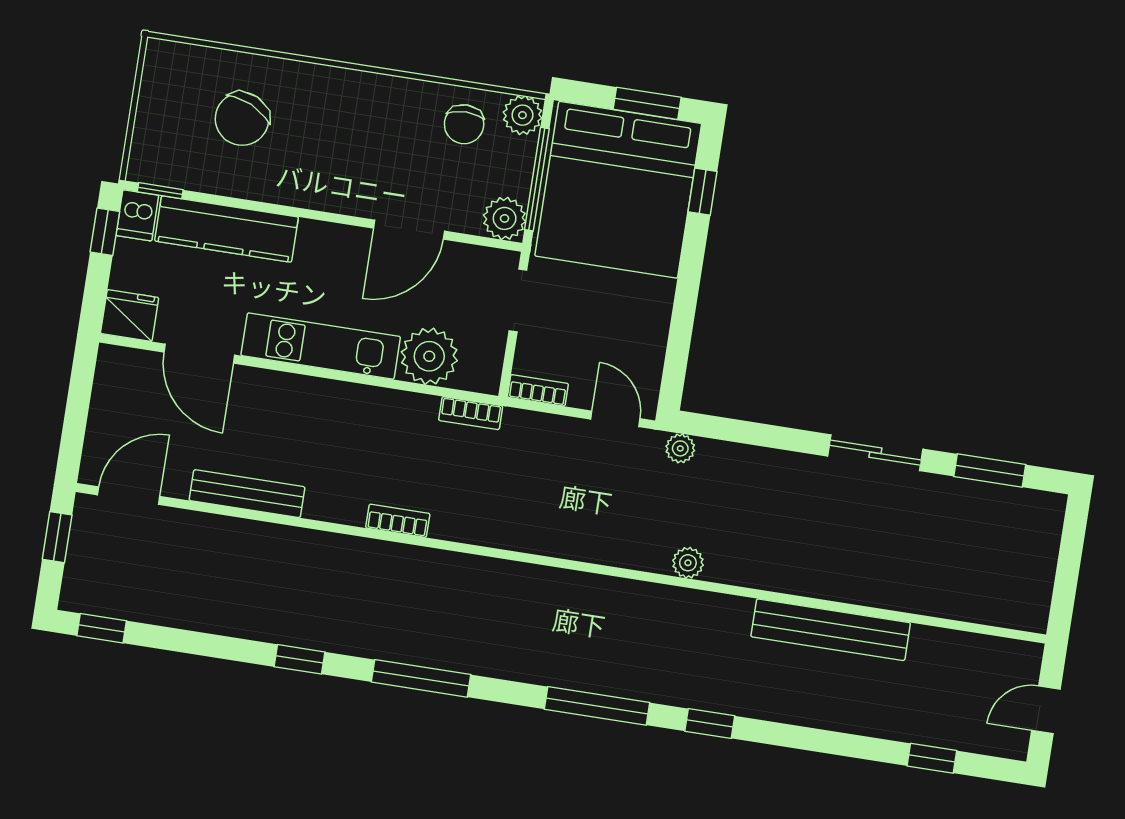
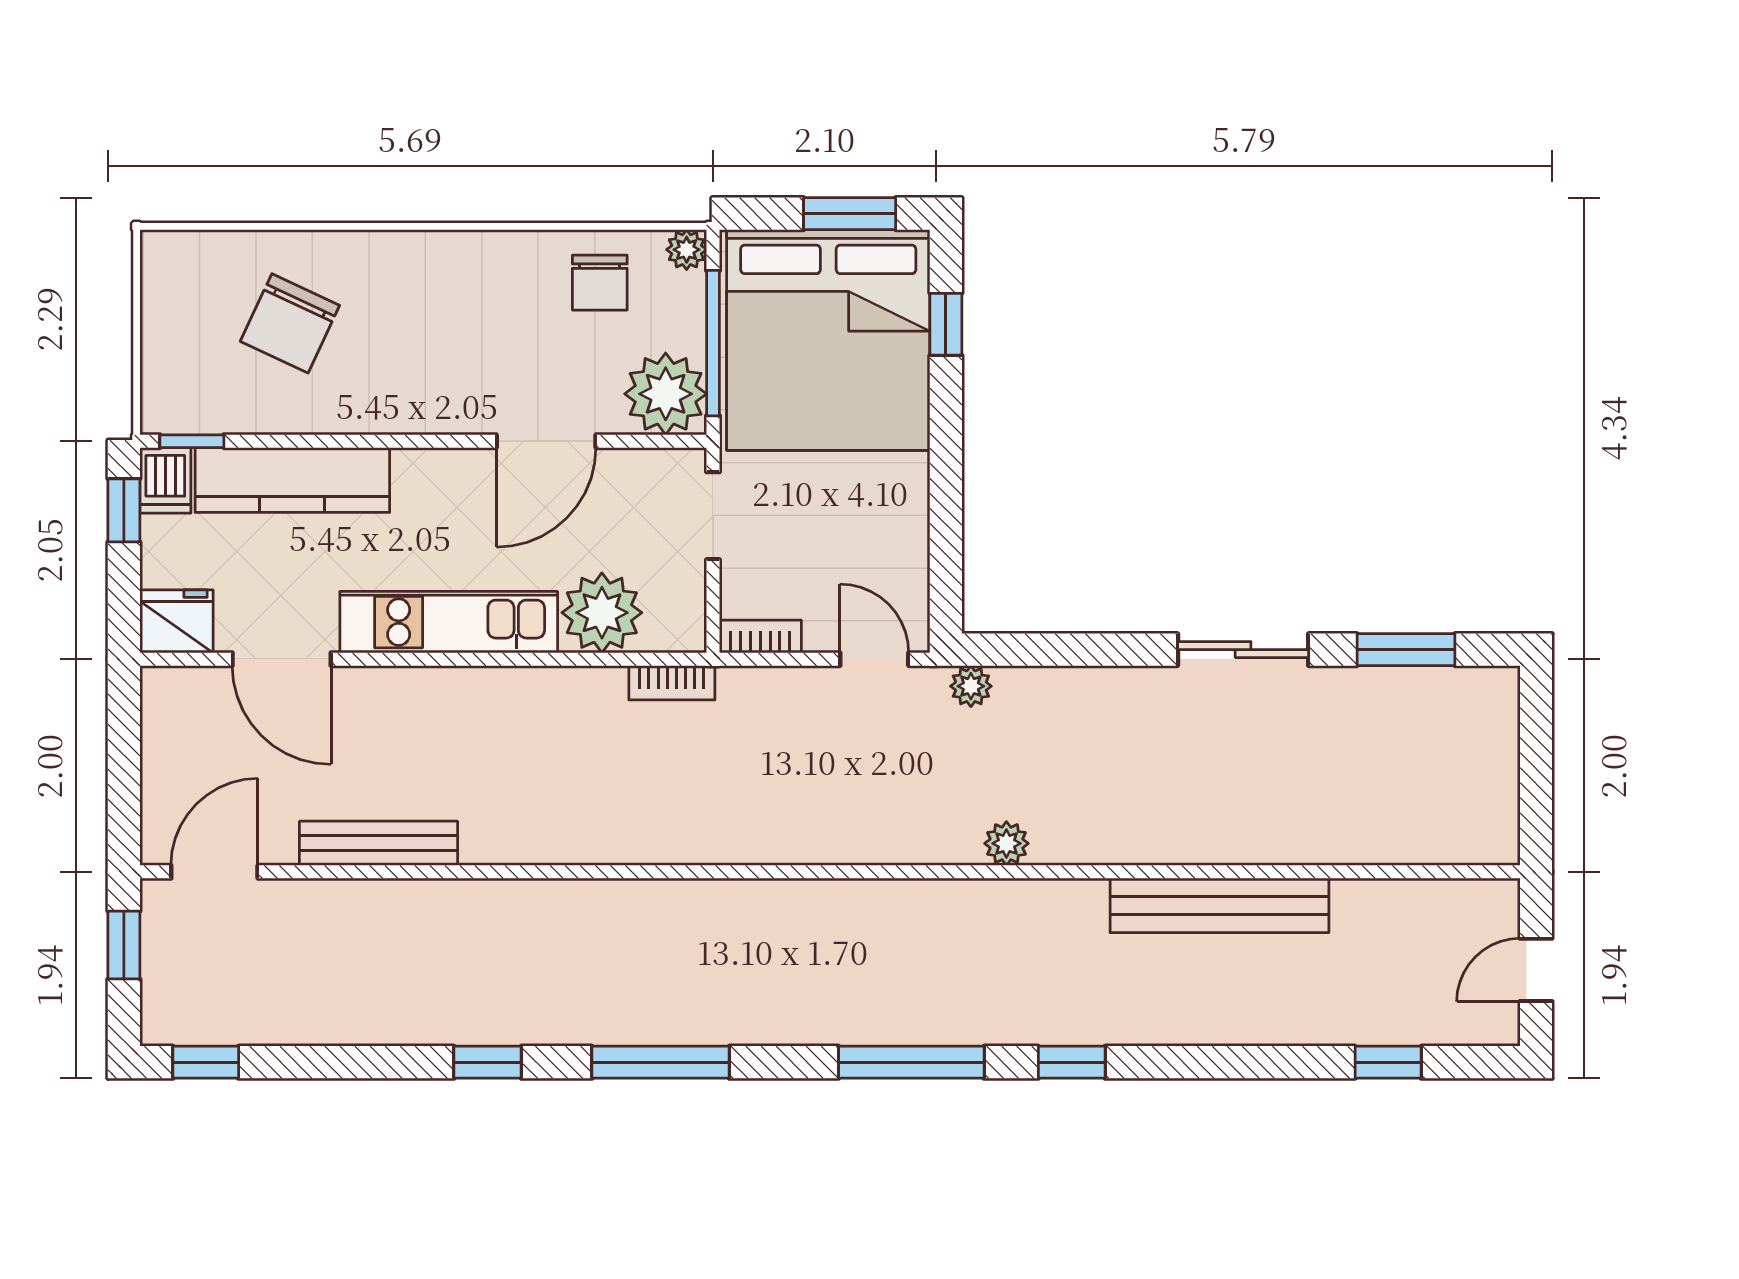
plant: (522, 115) -> (687, 250), width x0.73, depth x0.73
plant: (505, 218) -> (666, 394), width x1.36, depth x1.36
bookcase: (398, 521) -> (594, 848), removed

